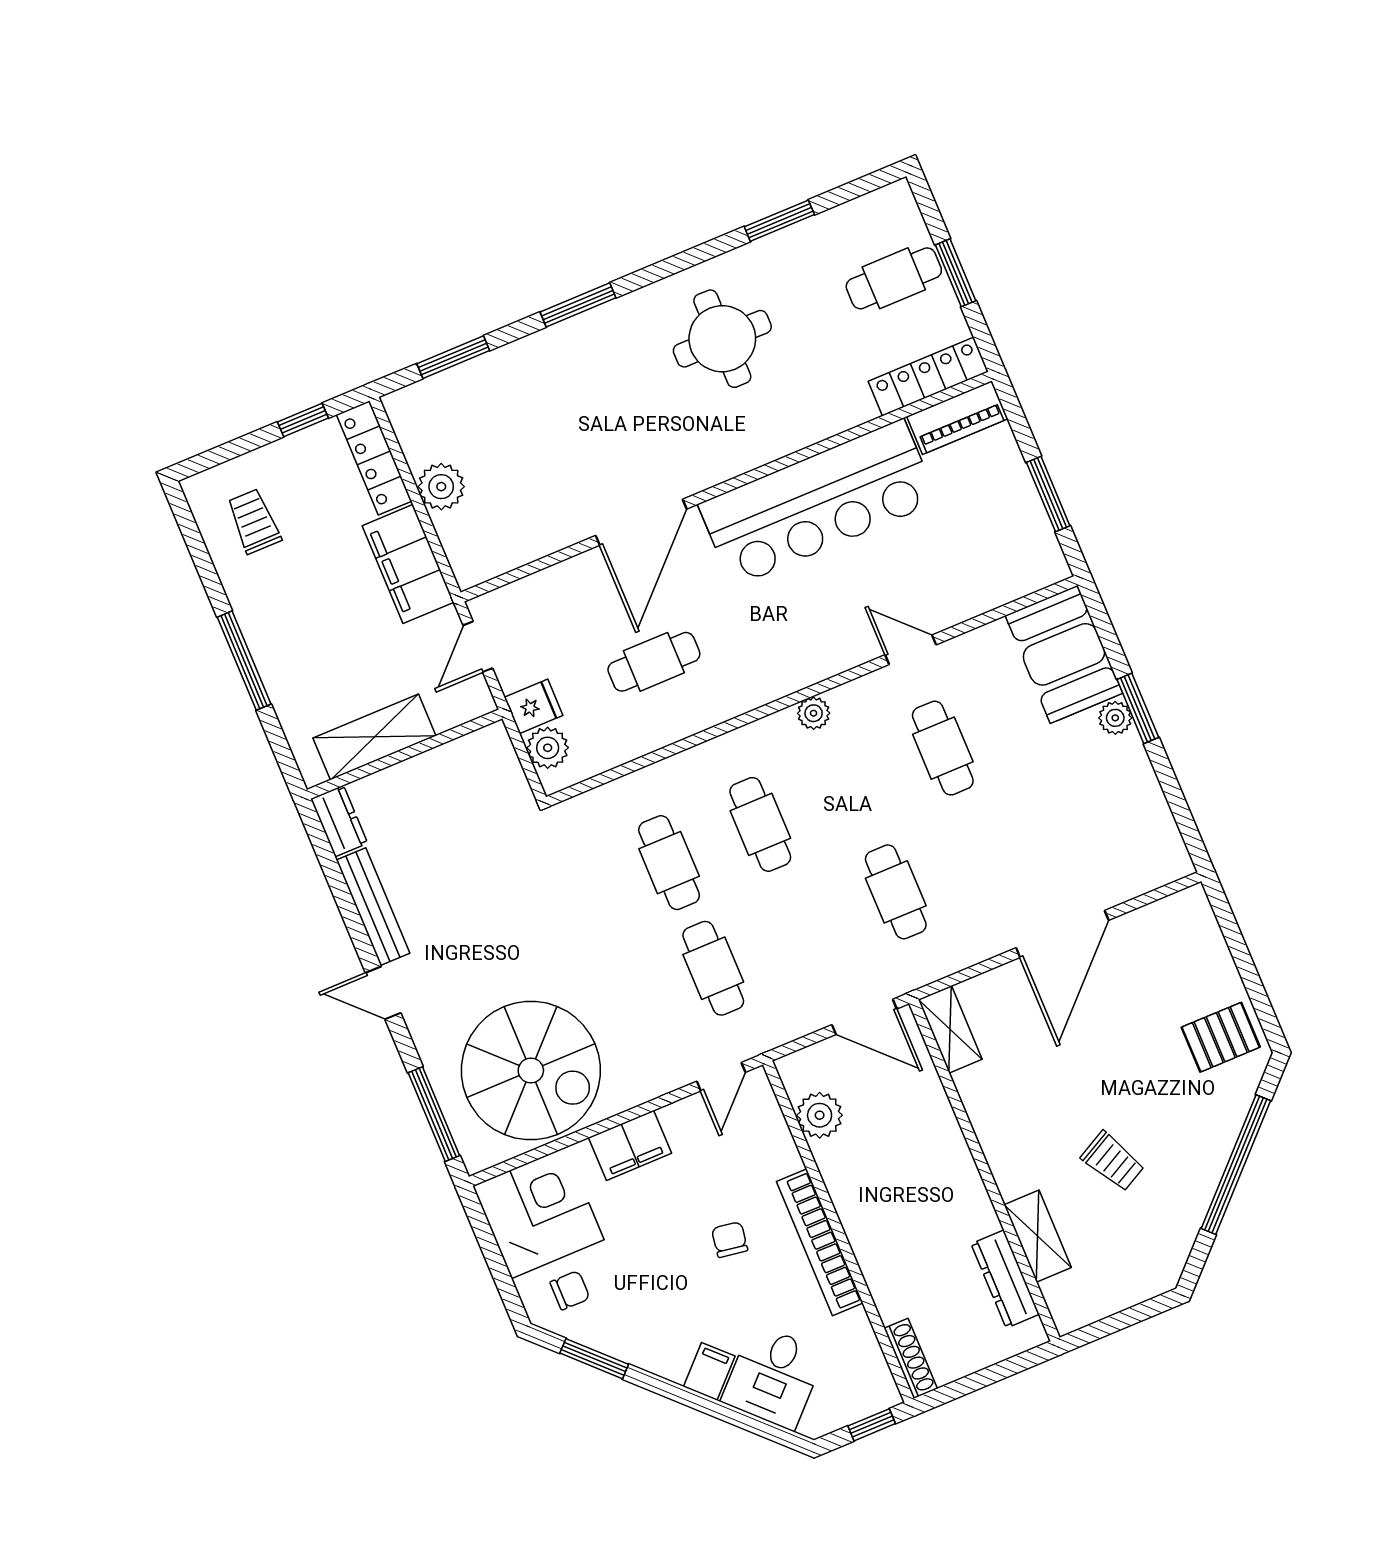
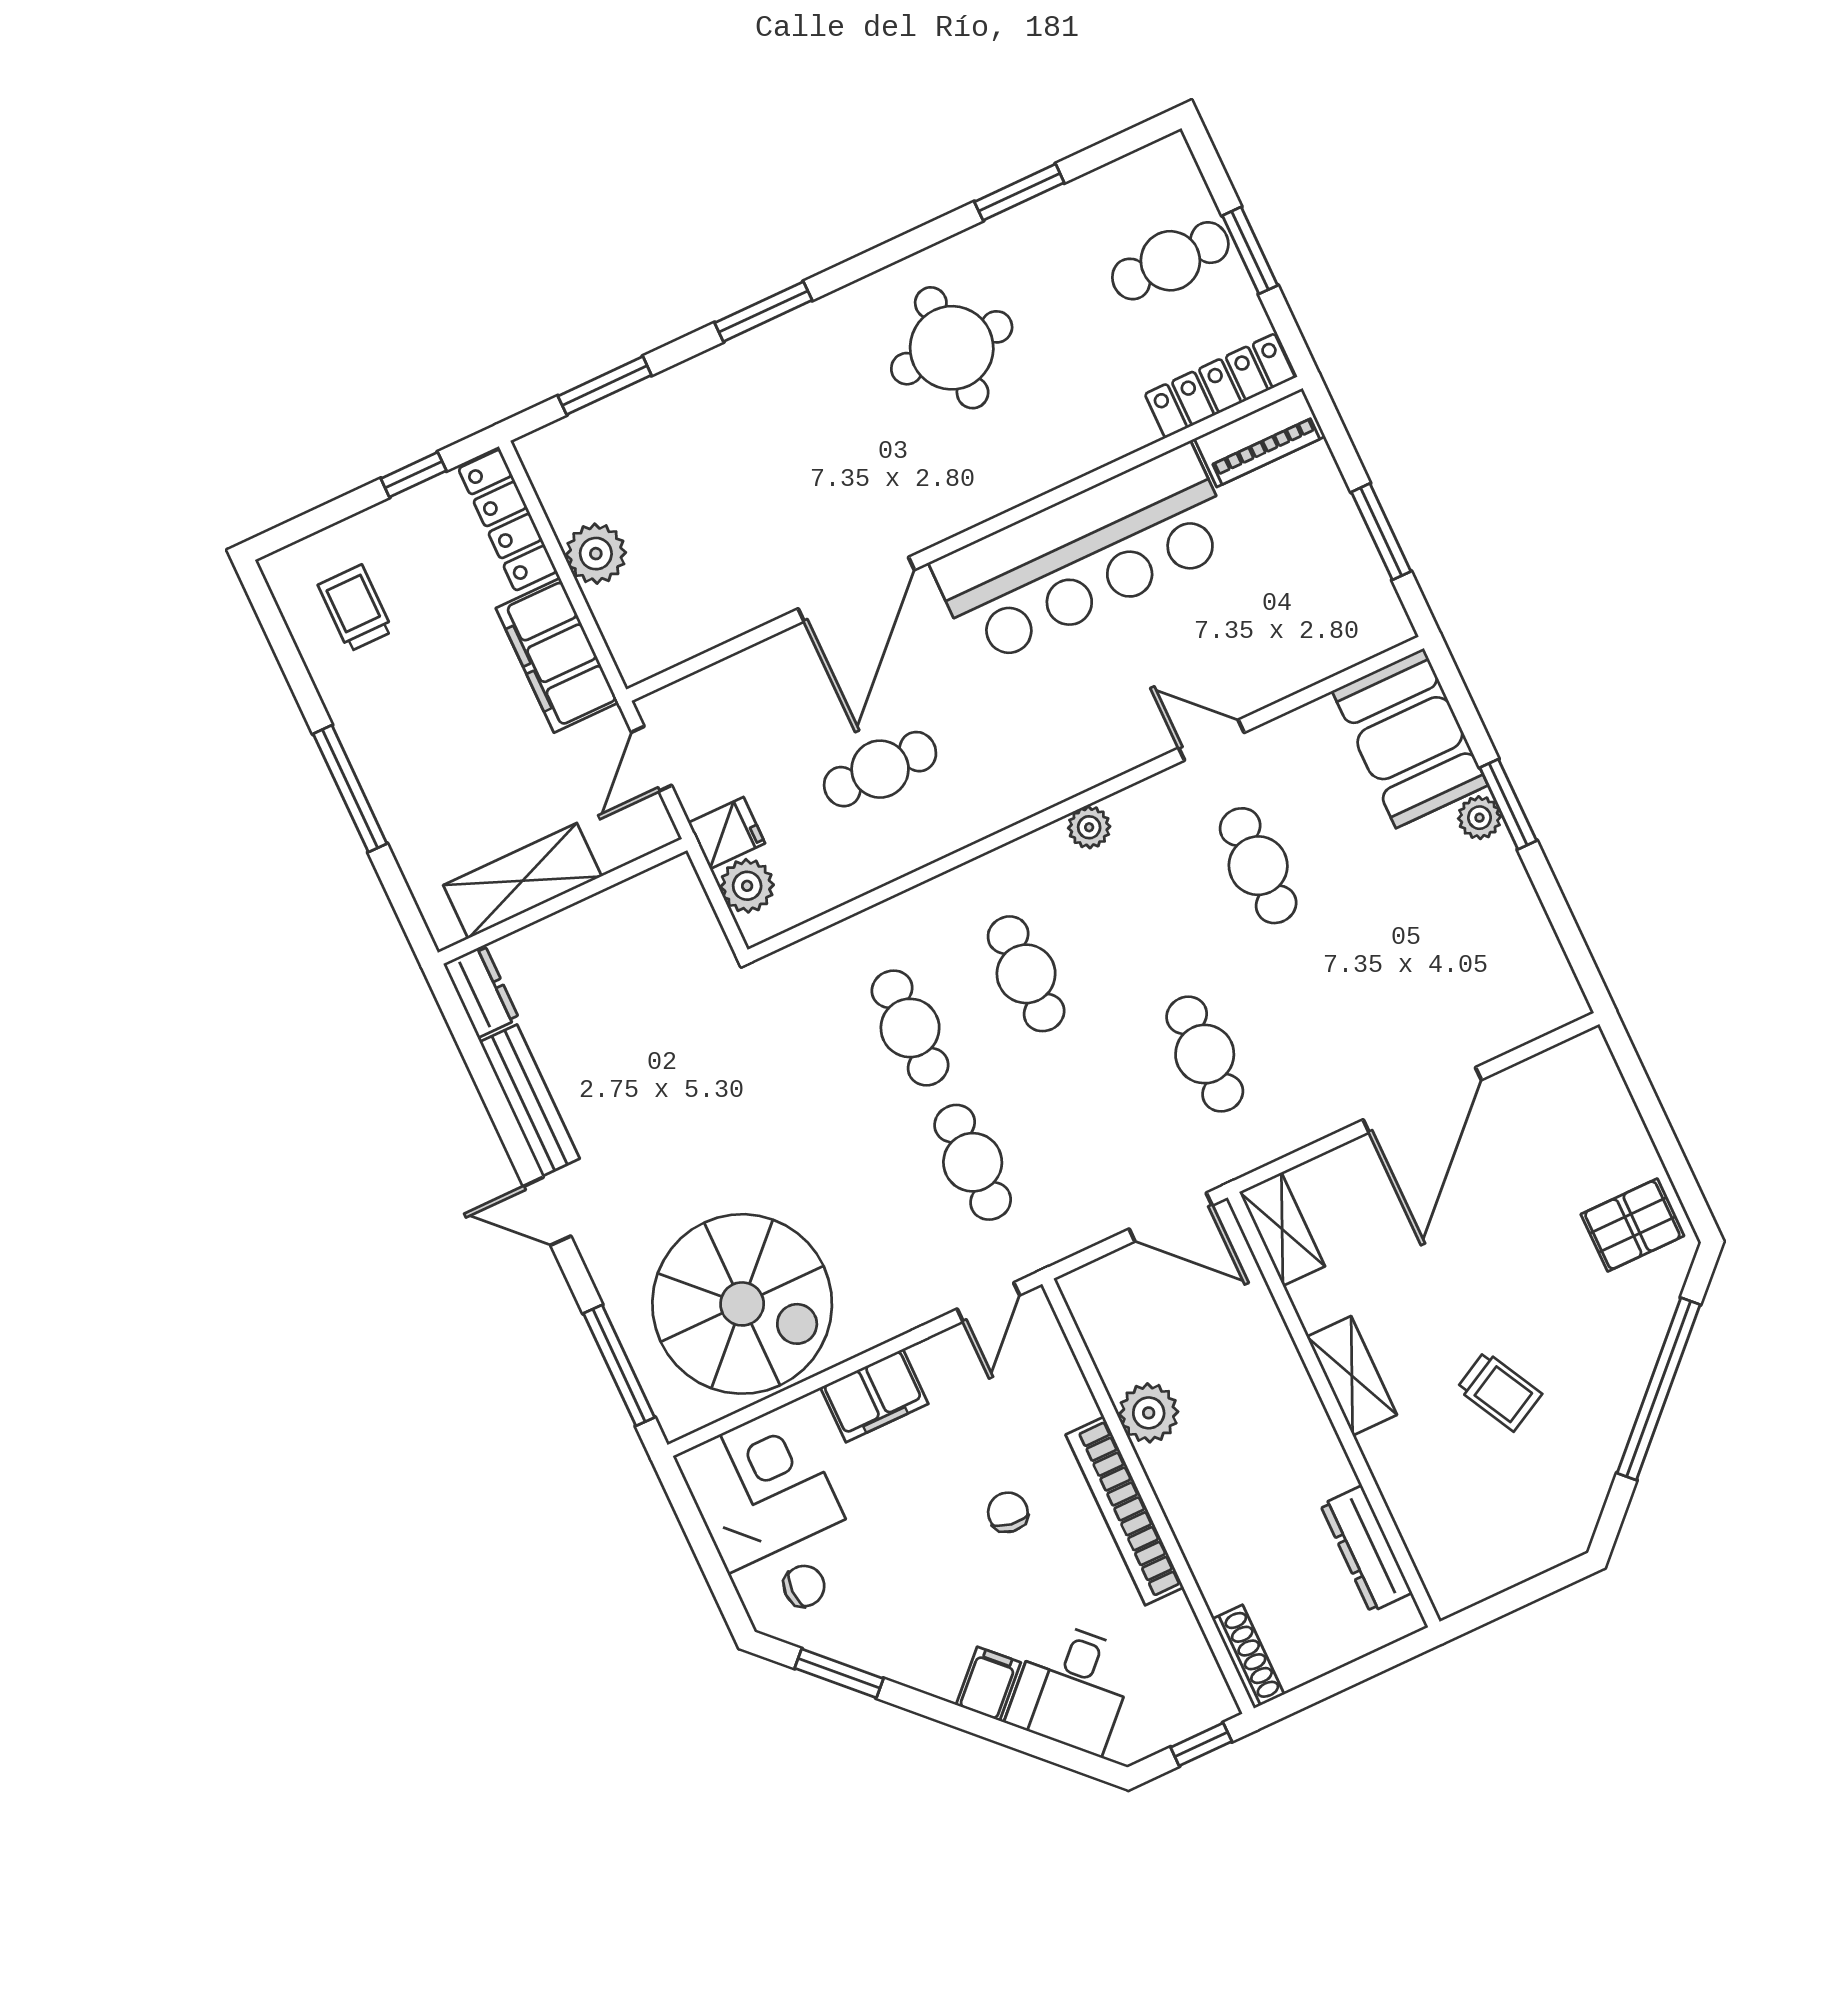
plant: (820, 1115) -> (1149, 1413), moved
shelving: (1038, 1236) -> (1352, 1376), moved

